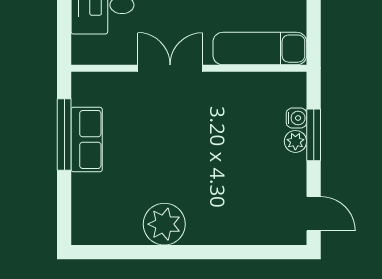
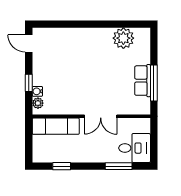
window: (314, 135) -> (29, 83), width x0.67
plant: (295, 141) -> (38, 103), moved
plant: (164, 224) -> (123, 38), moved

